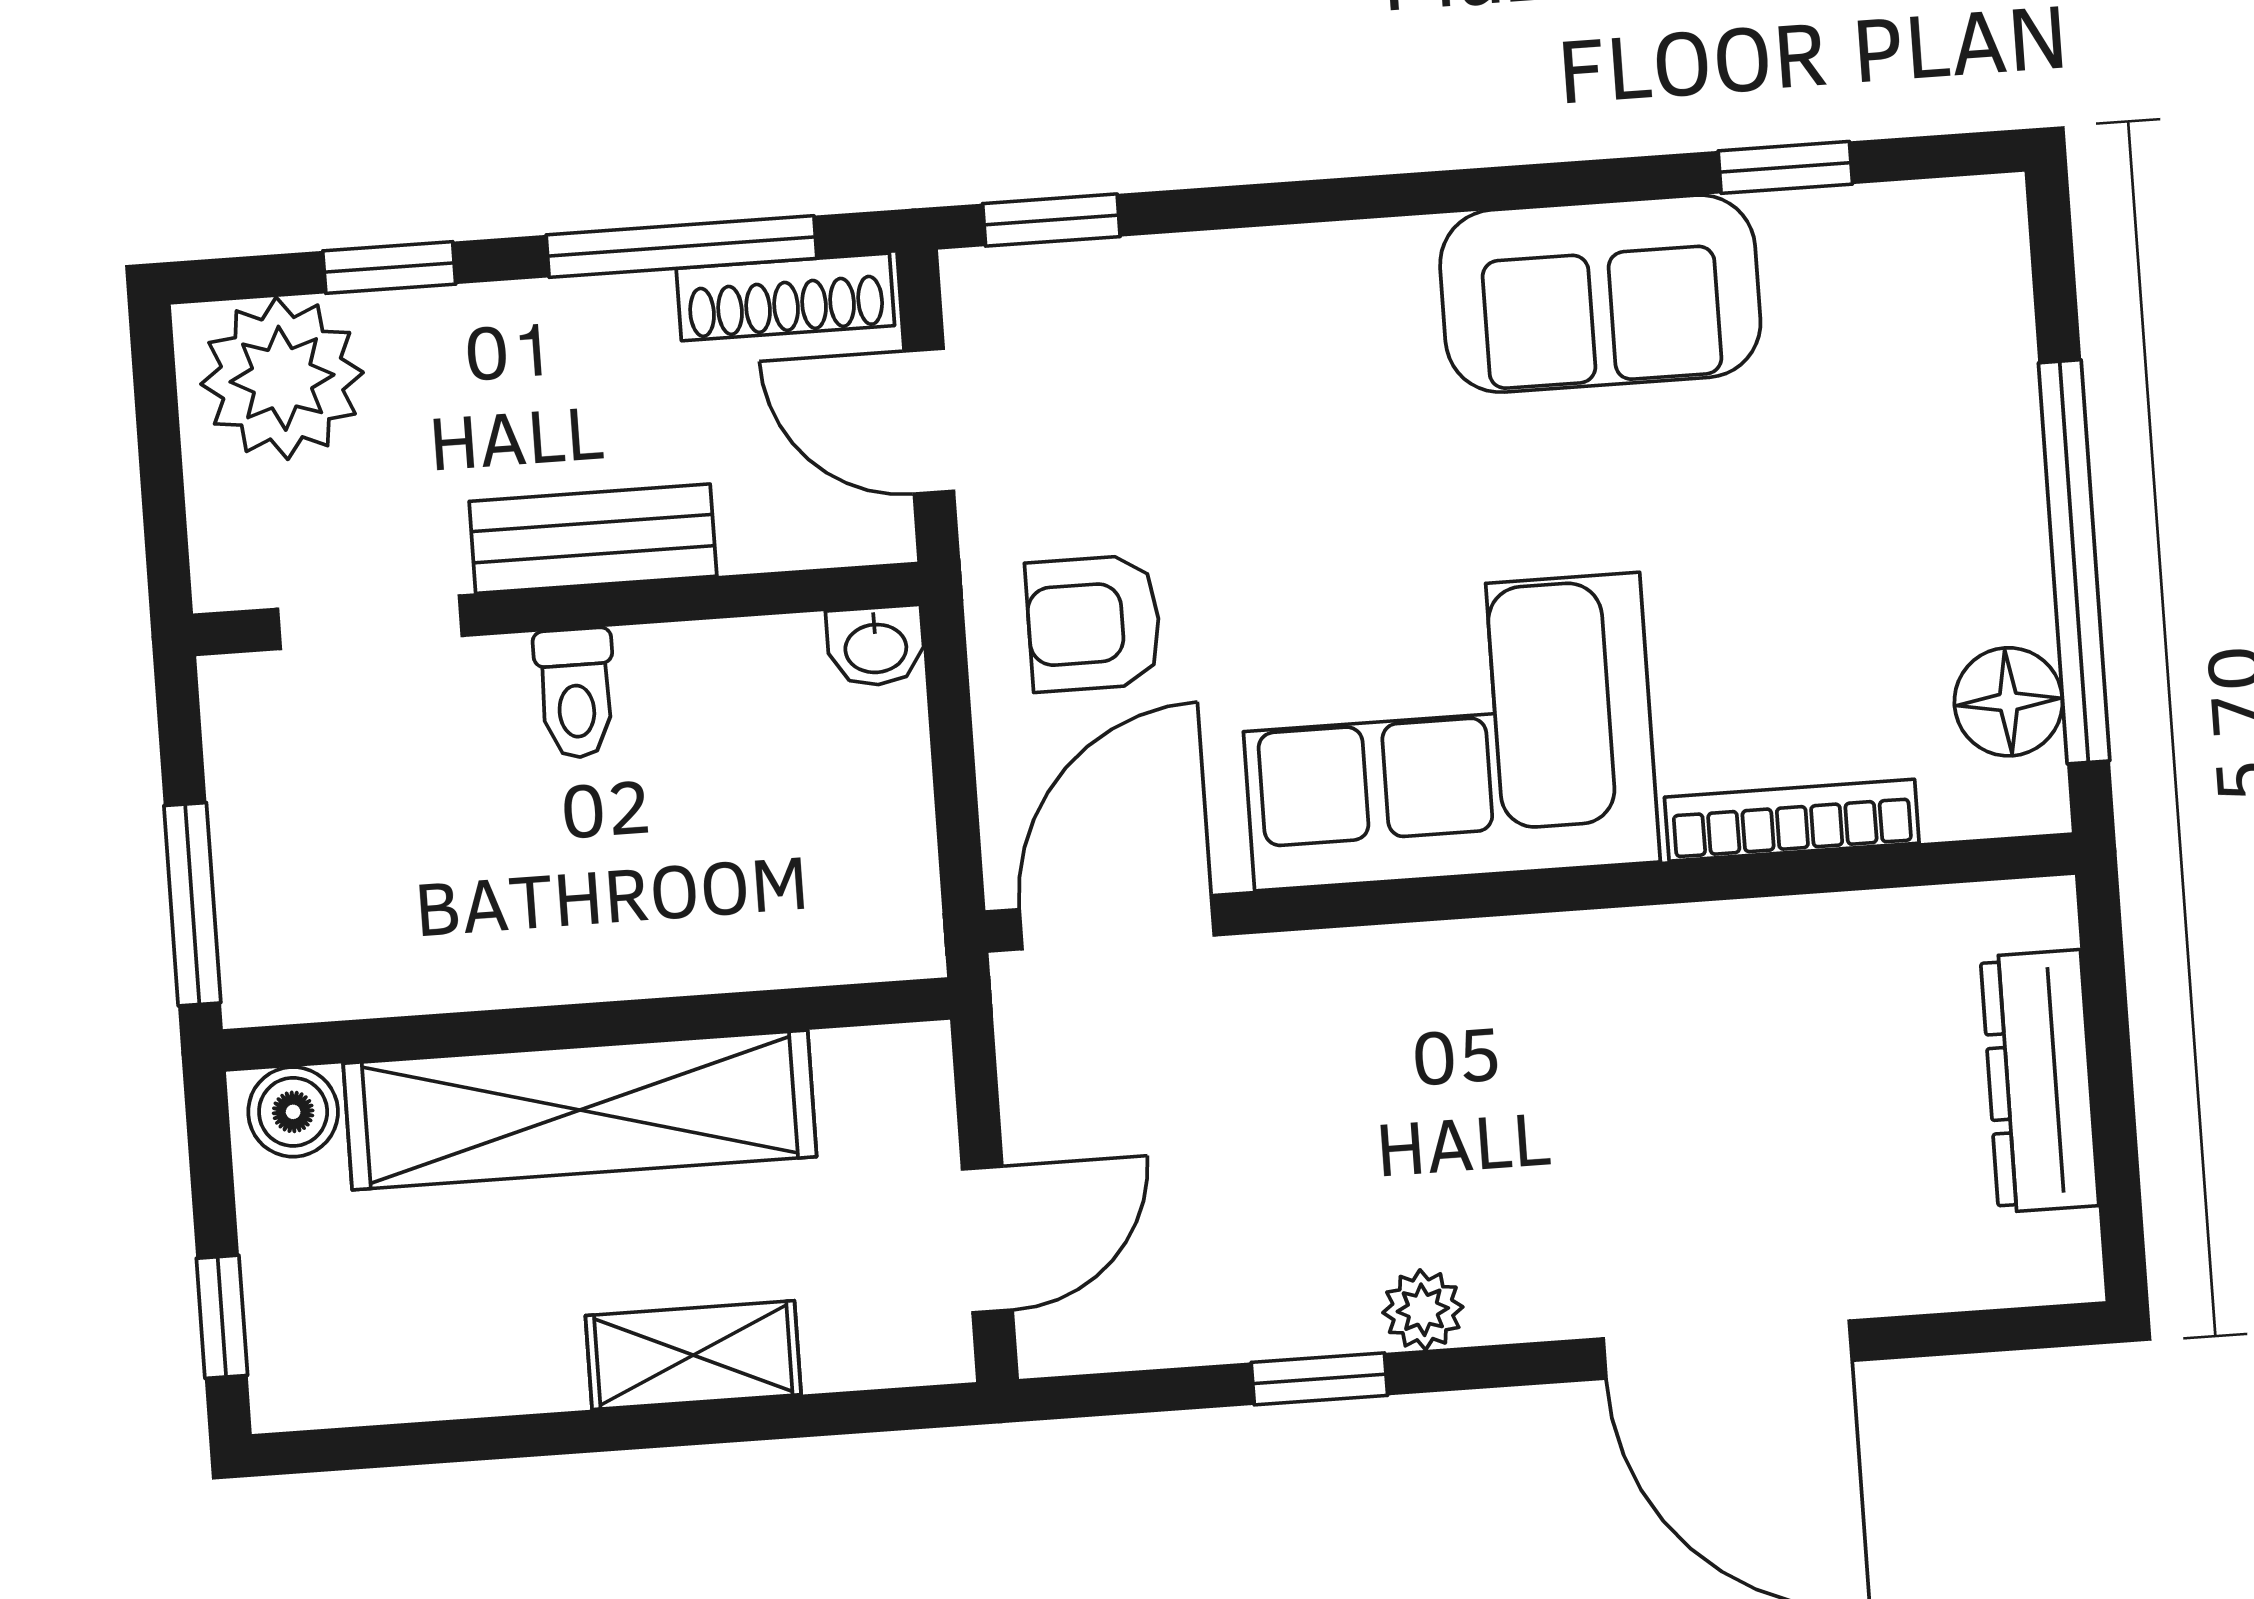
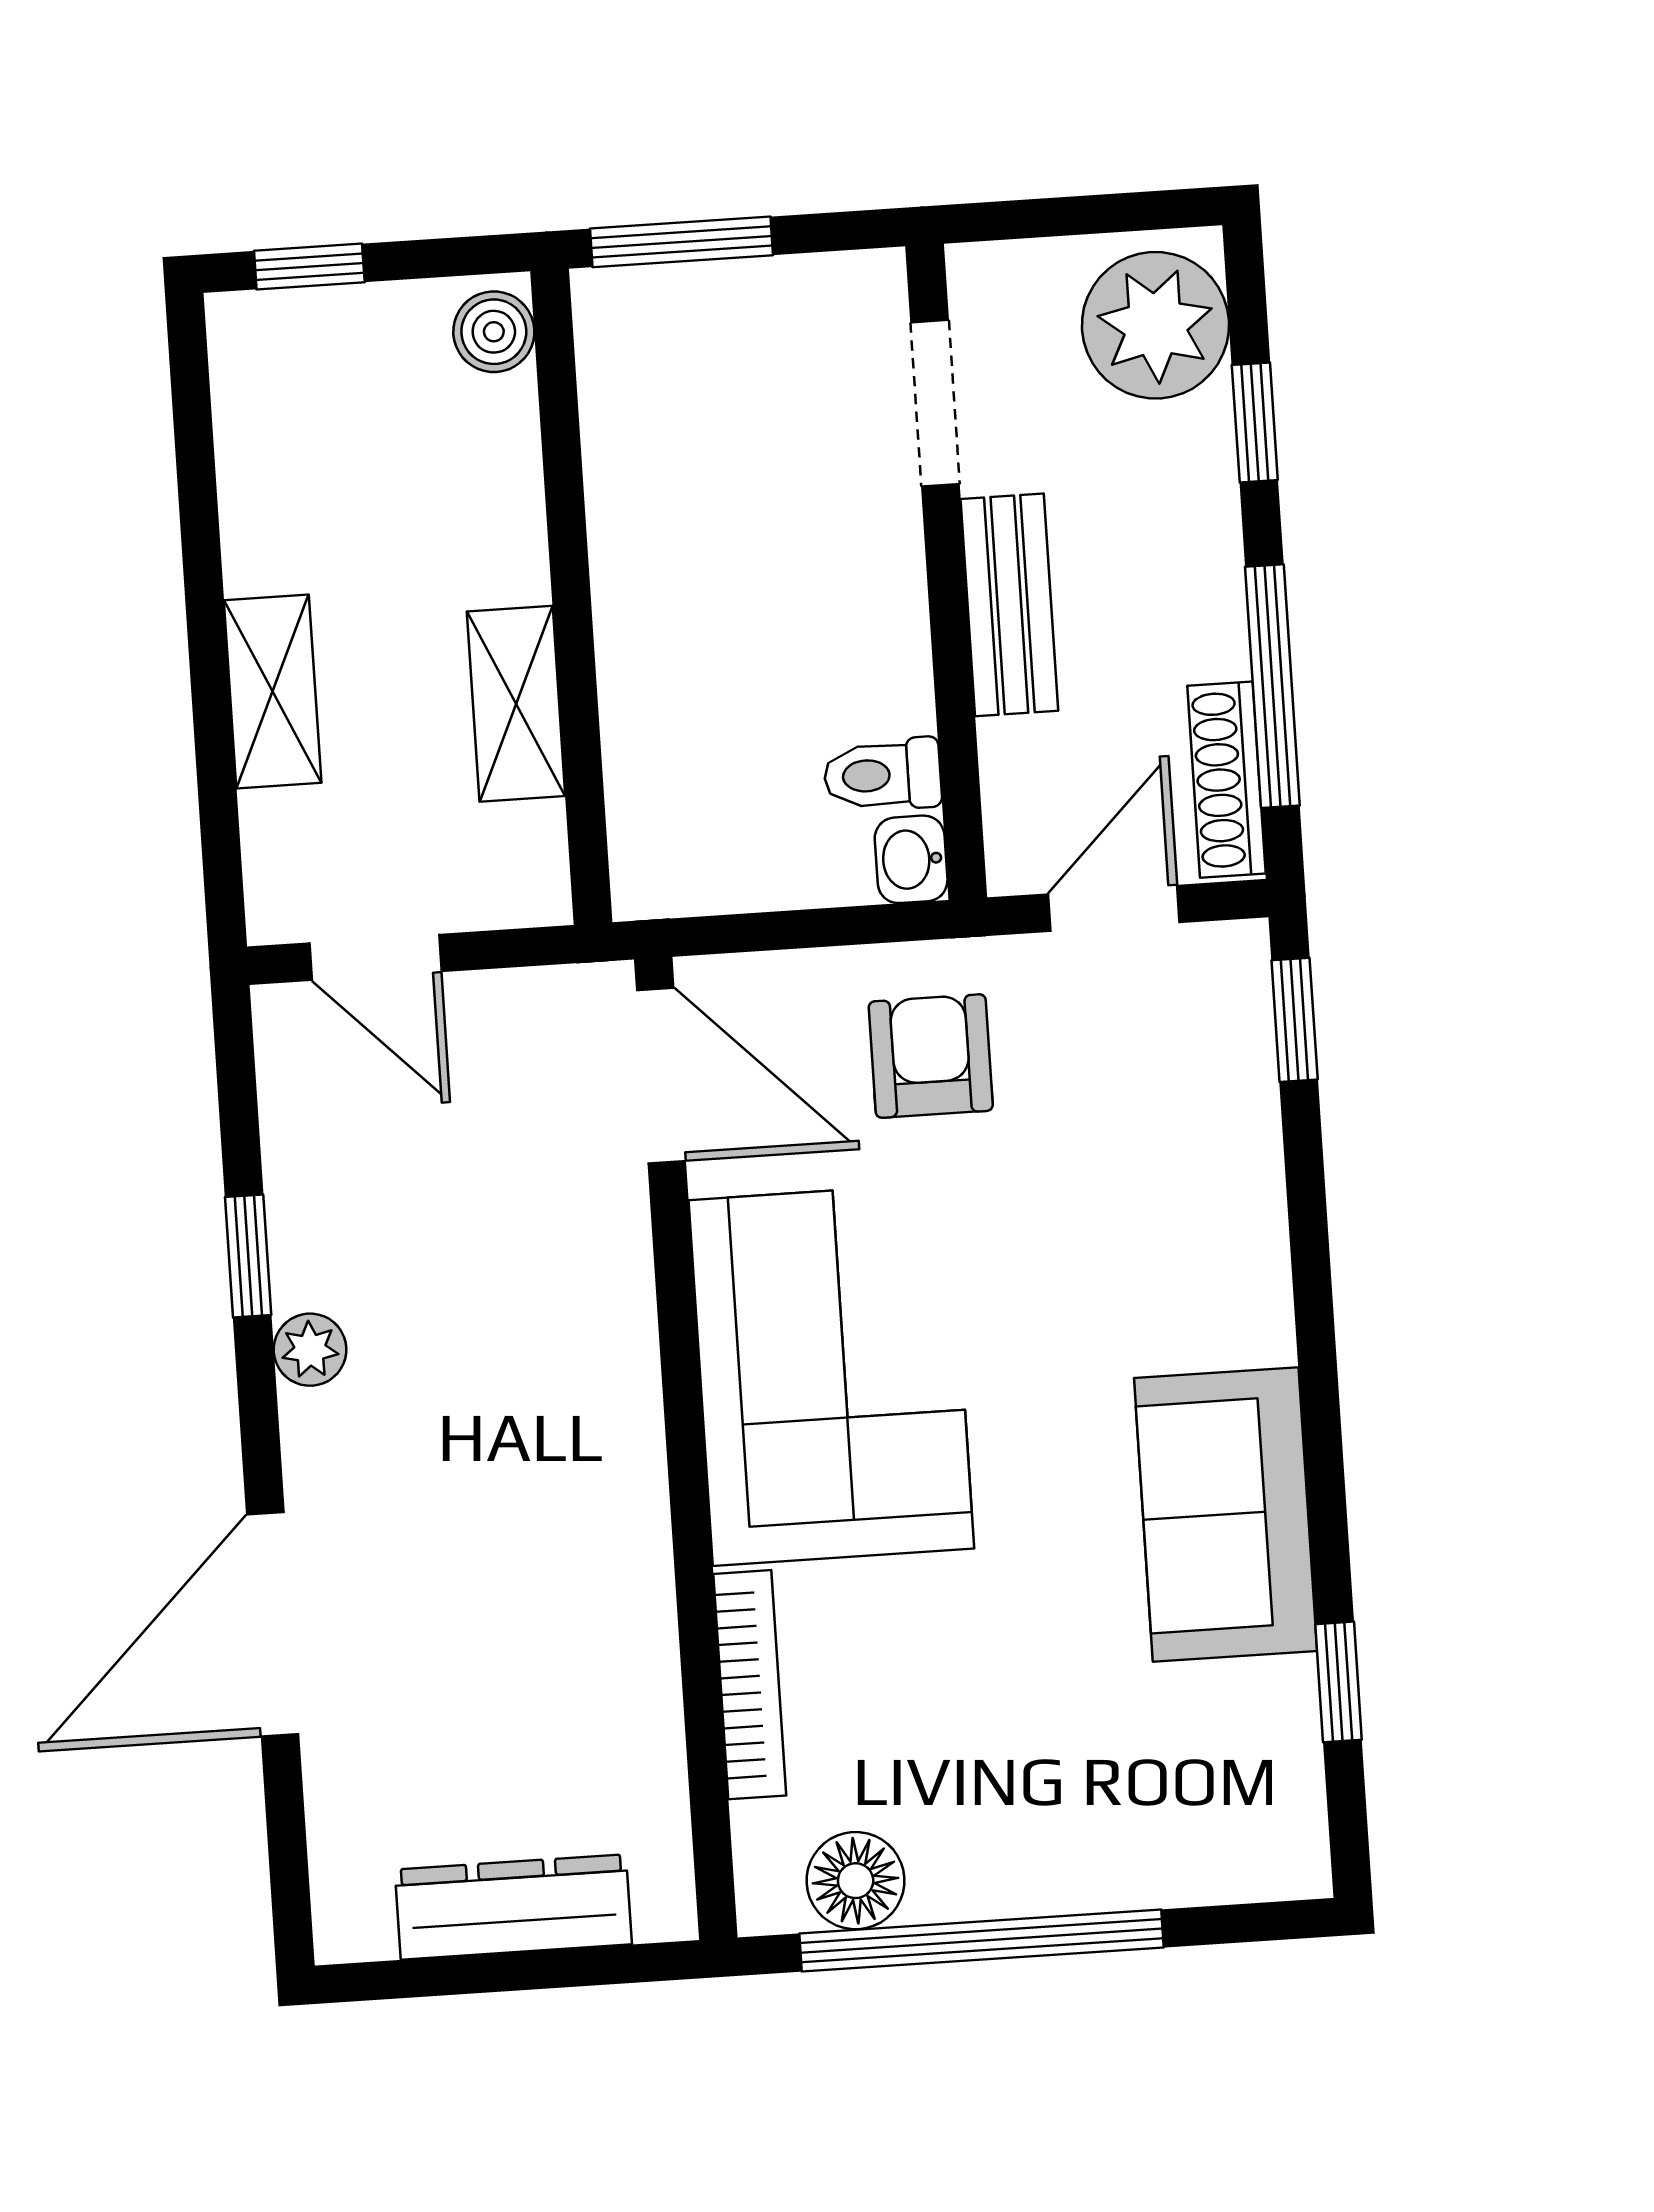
toilet: (576, 693) -> (882, 775), moved
shelving: (580, 1110) -> (516, 704), width x0.45, depth x0.75

